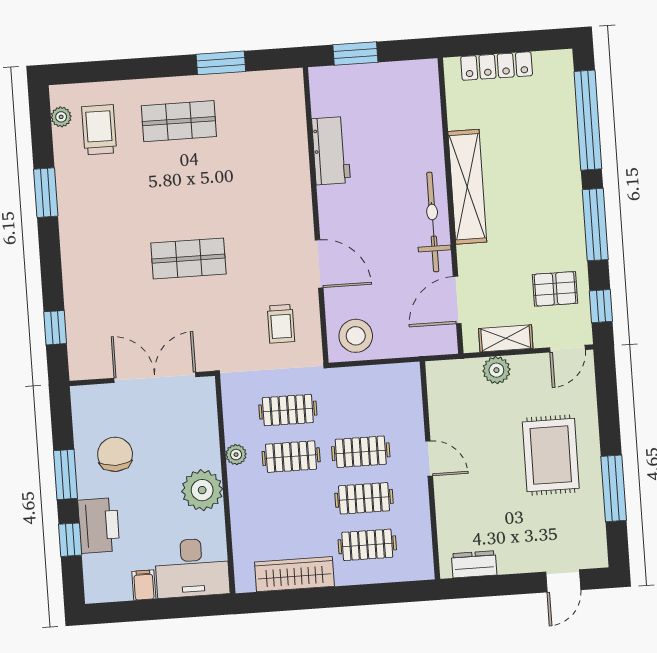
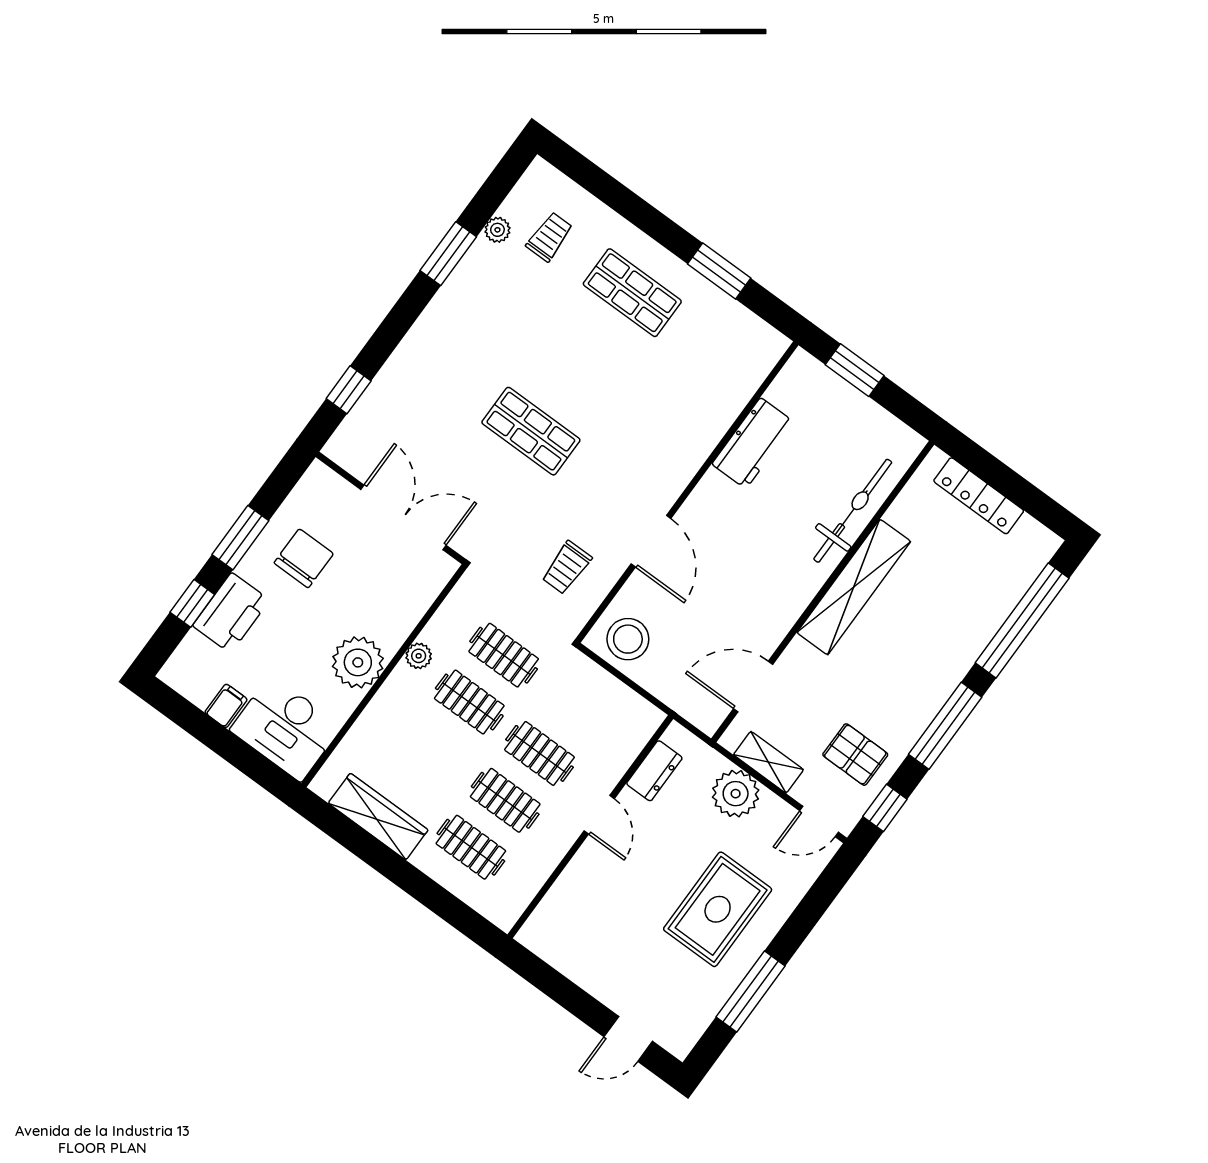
plant: (61, 117) -> (497, 230), moved
trolley: (99, 130) -> (549, 237), width x0.73, depth x0.72
bicycle: (433, 222) -> (853, 511), moved
plant: (496, 370) -> (736, 794), width x1.36, depth x1.36
dresser: (474, 564) -> (654, 771), moved, turned 90

